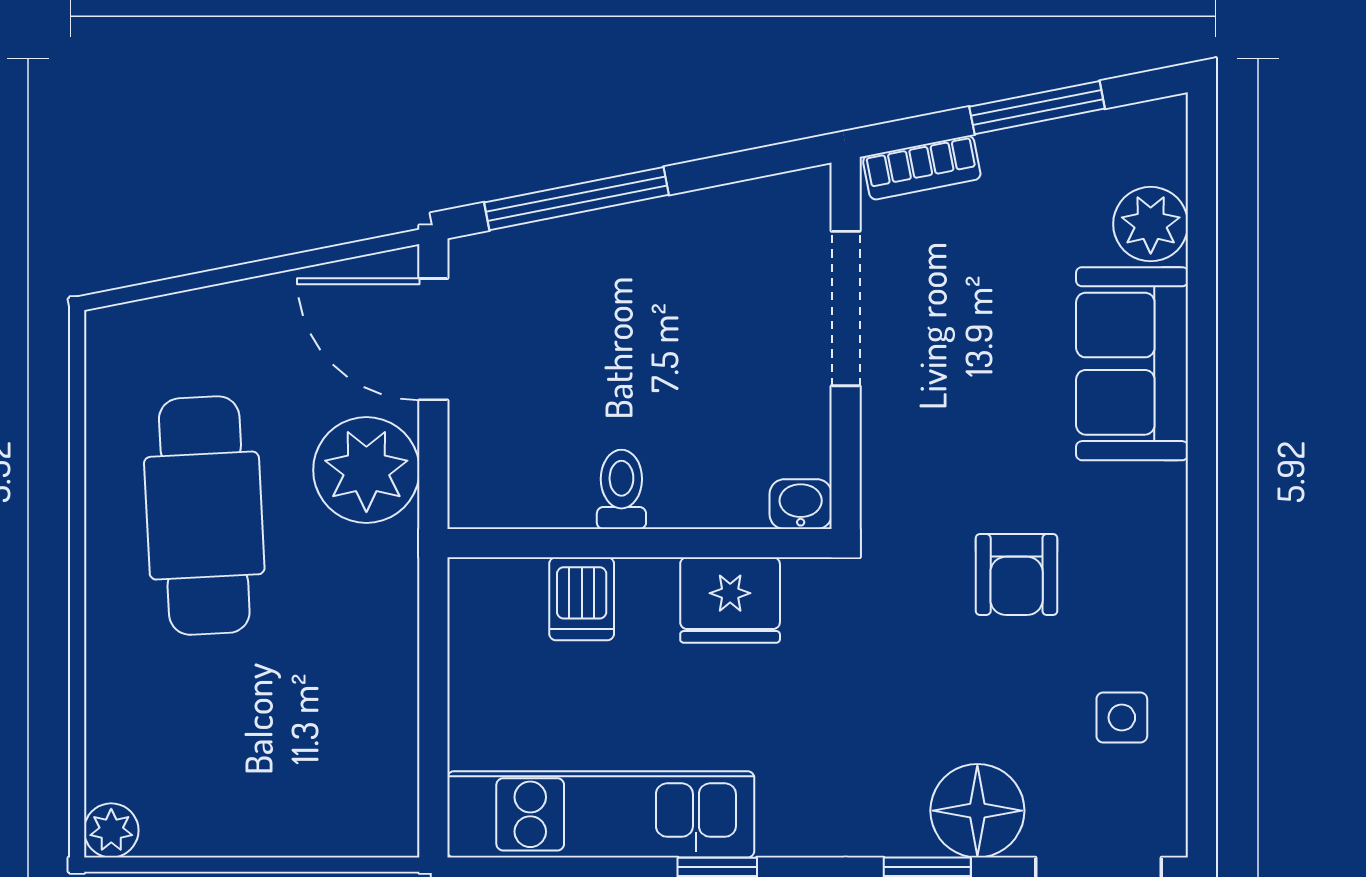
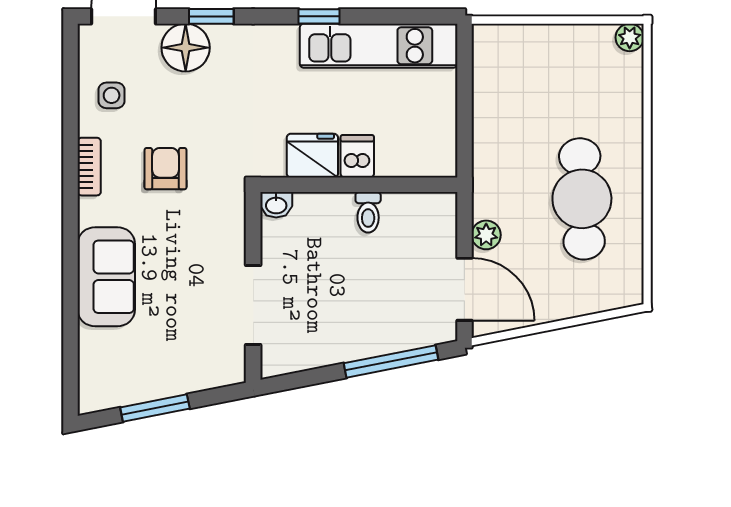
bookcase: (922, 168) -> (89, 167), moved, turned 101
plant: (1151, 224) -> (97, 348), removed
plant: (366, 470) -> (486, 235), width x0.53, depth x0.53
dishwasher: (582, 599) -> (357, 156), moved

